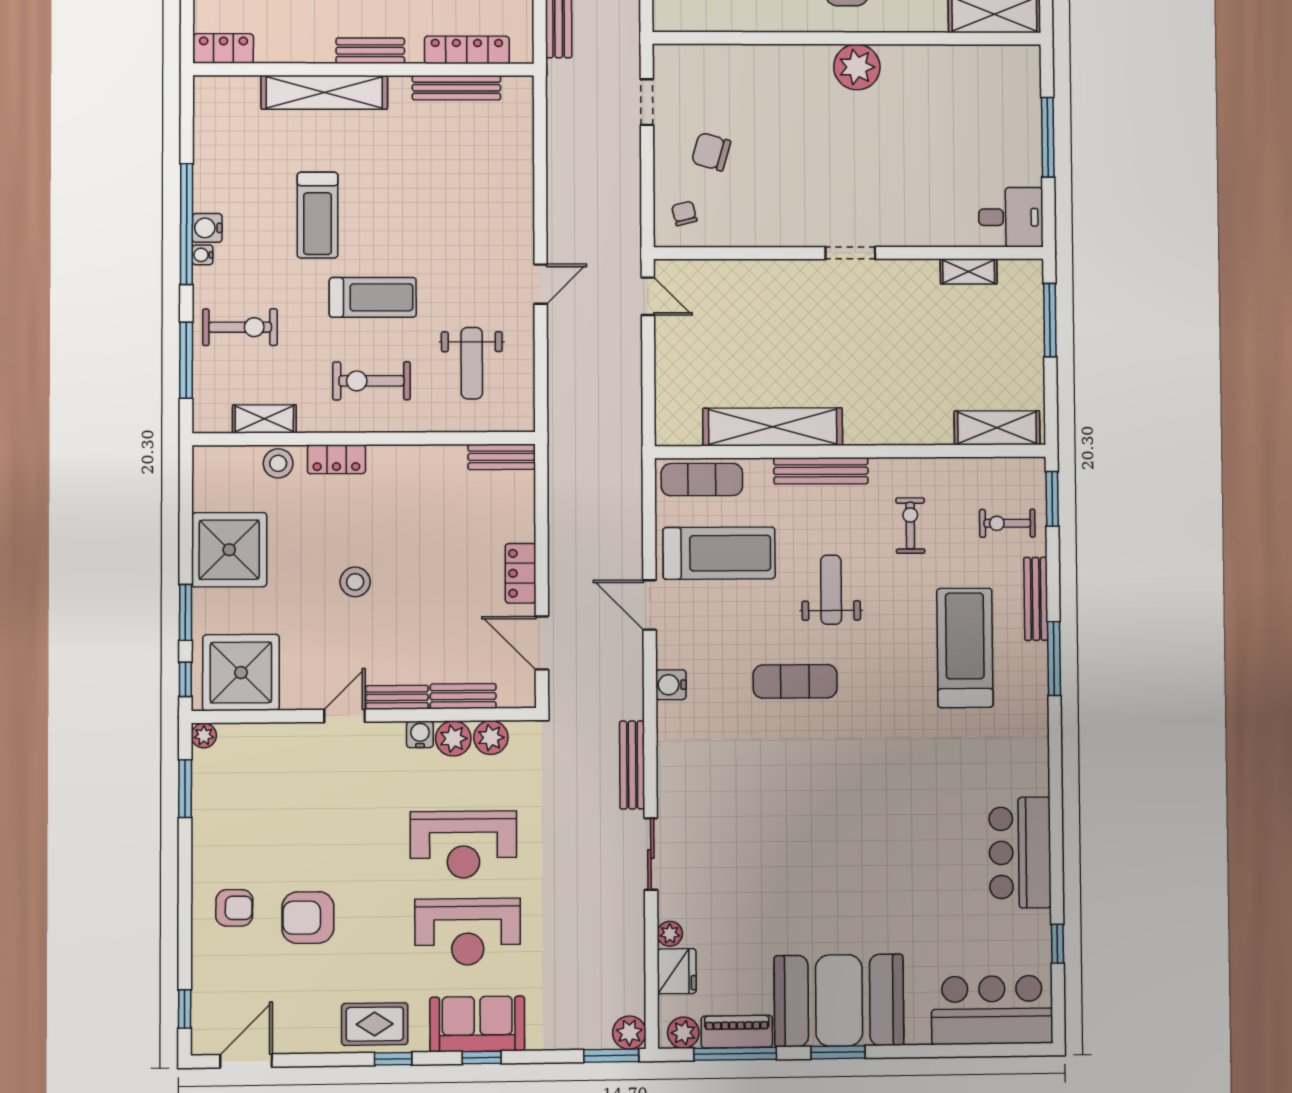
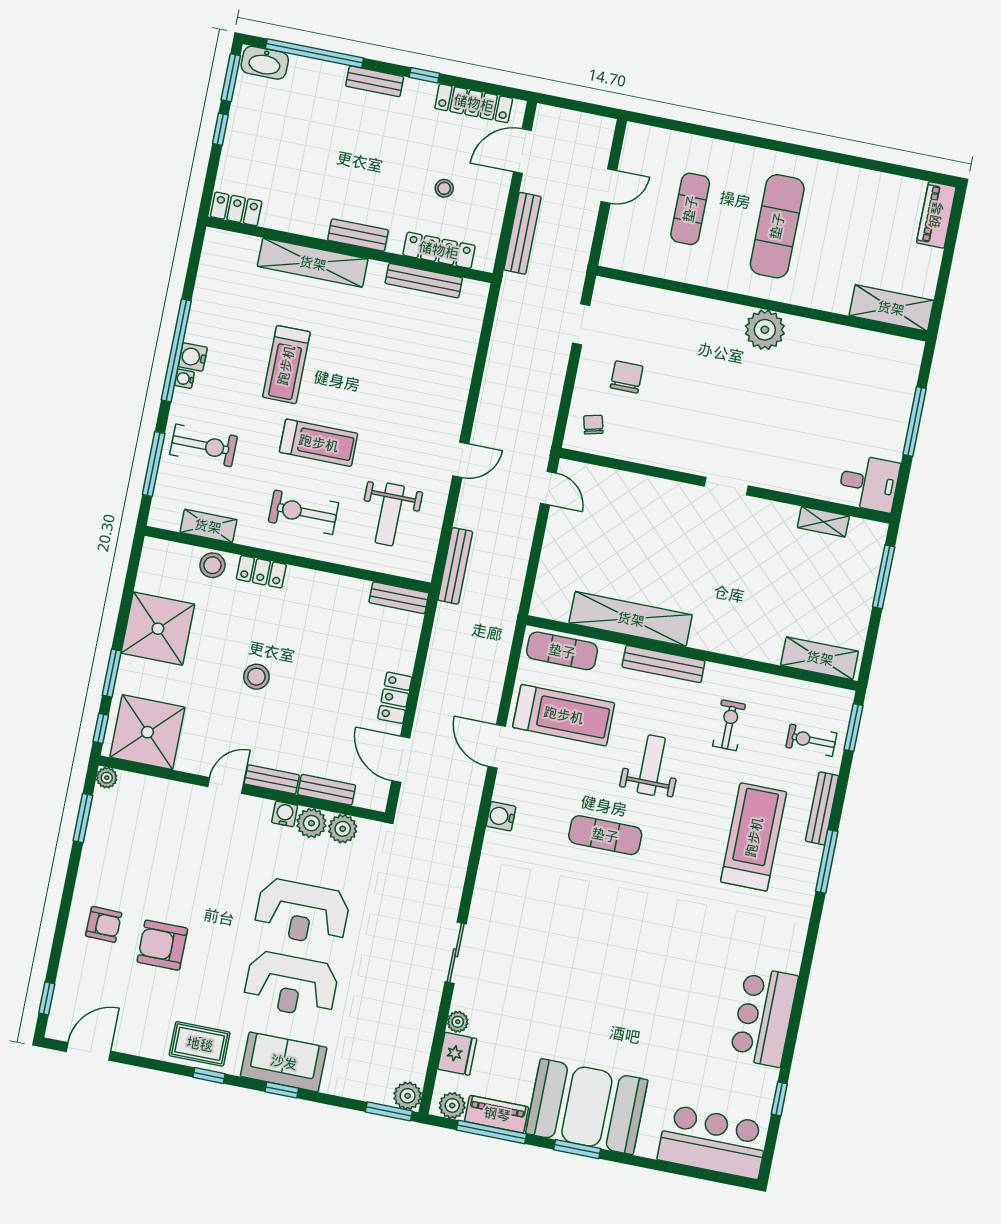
chair: (711, 152) -> (627, 377), turned 74
bench: (632, 765) -> (455, 566), moved

